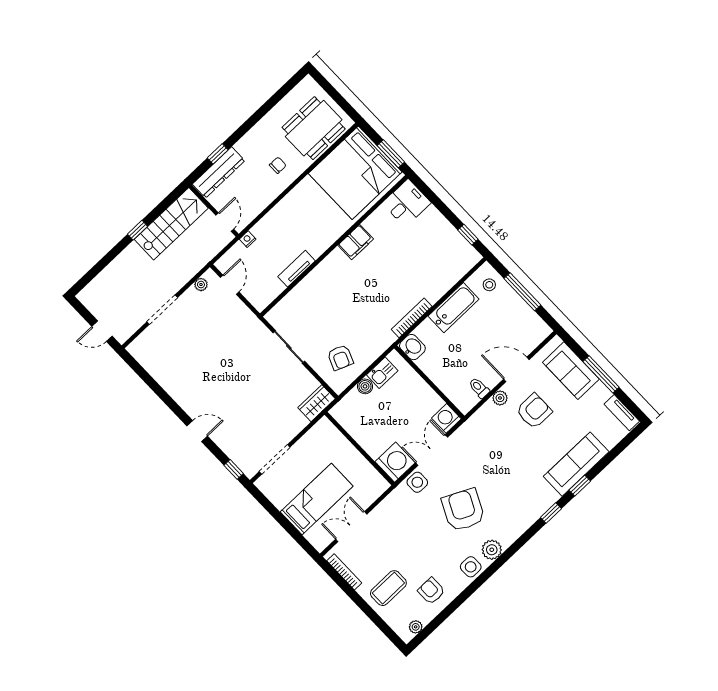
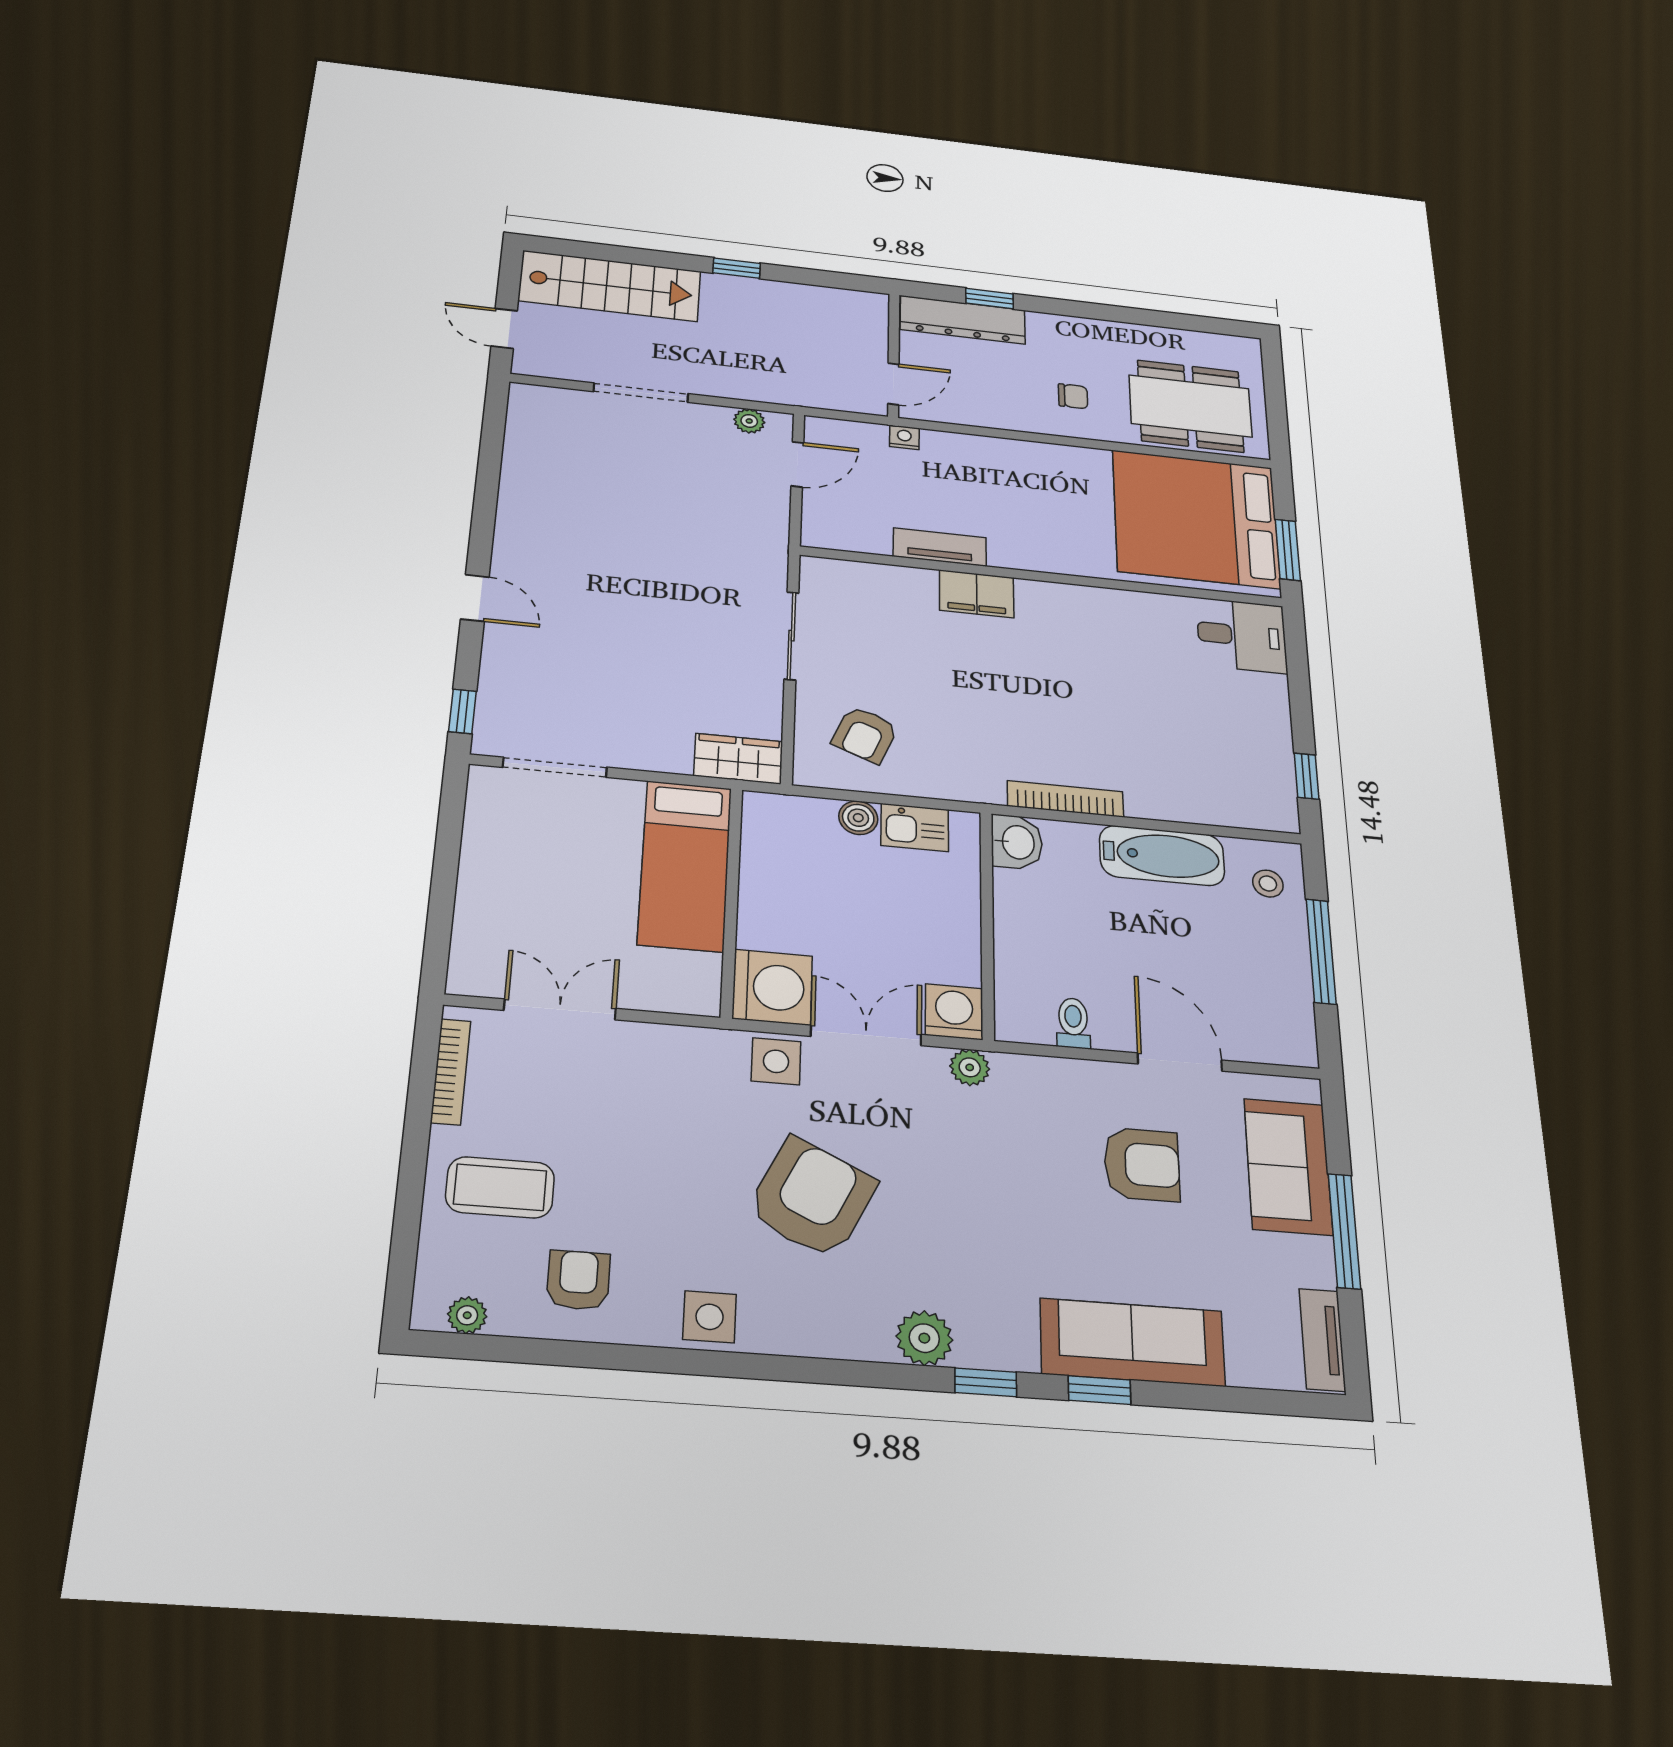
stairs: (171, 224) -> (610, 286), moved
filing cabinet: (356, 242) -> (977, 594), moved
plant: (500, 398) -> (970, 1067), moved
bed: (317, 499) -> (685, 865), moved, turned 90
plant: (492, 550) -> (924, 1338), moved

